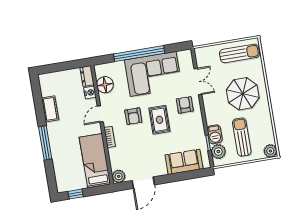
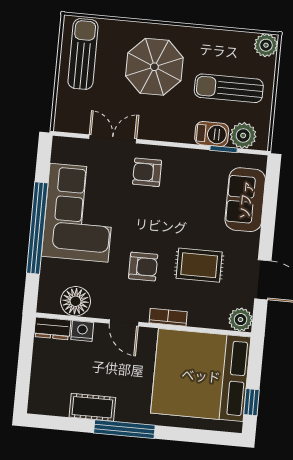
rug: (159, 120) -> (199, 265), moved
window: (45, 143) -> (124, 429), moved
bed: (95, 161) -> (201, 375), width x2.04

